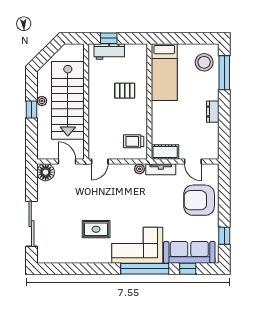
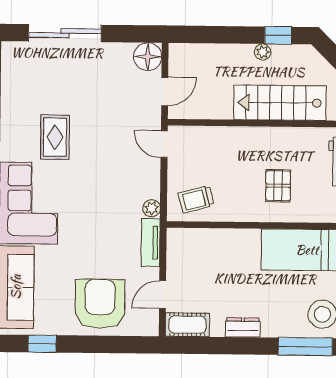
stairs: (68, 100) -> (280, 103), width x0.73, depth x0.66
window: (31, 110) -> (278, 35), moved
trolley: (134, 141) -> (196, 199), turned -105
cot: (165, 152) -> (187, 325), moved, turned 90

